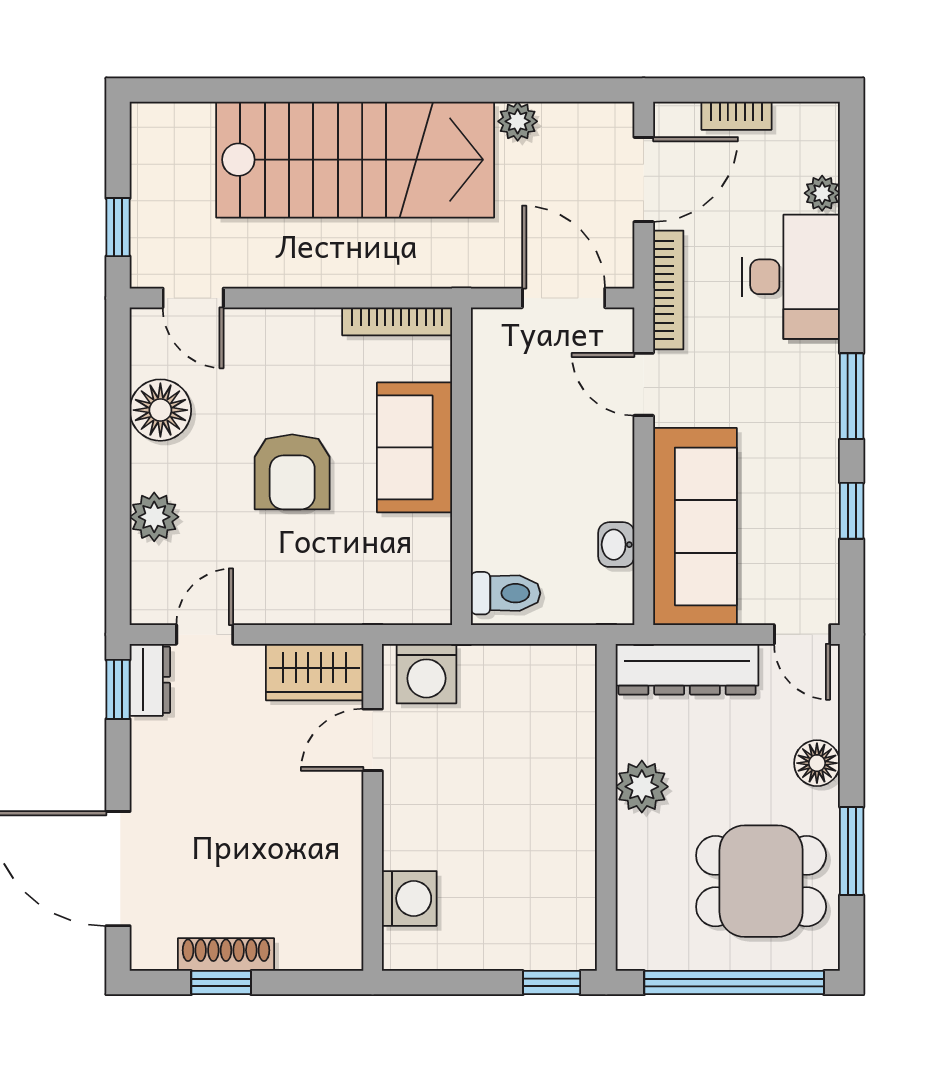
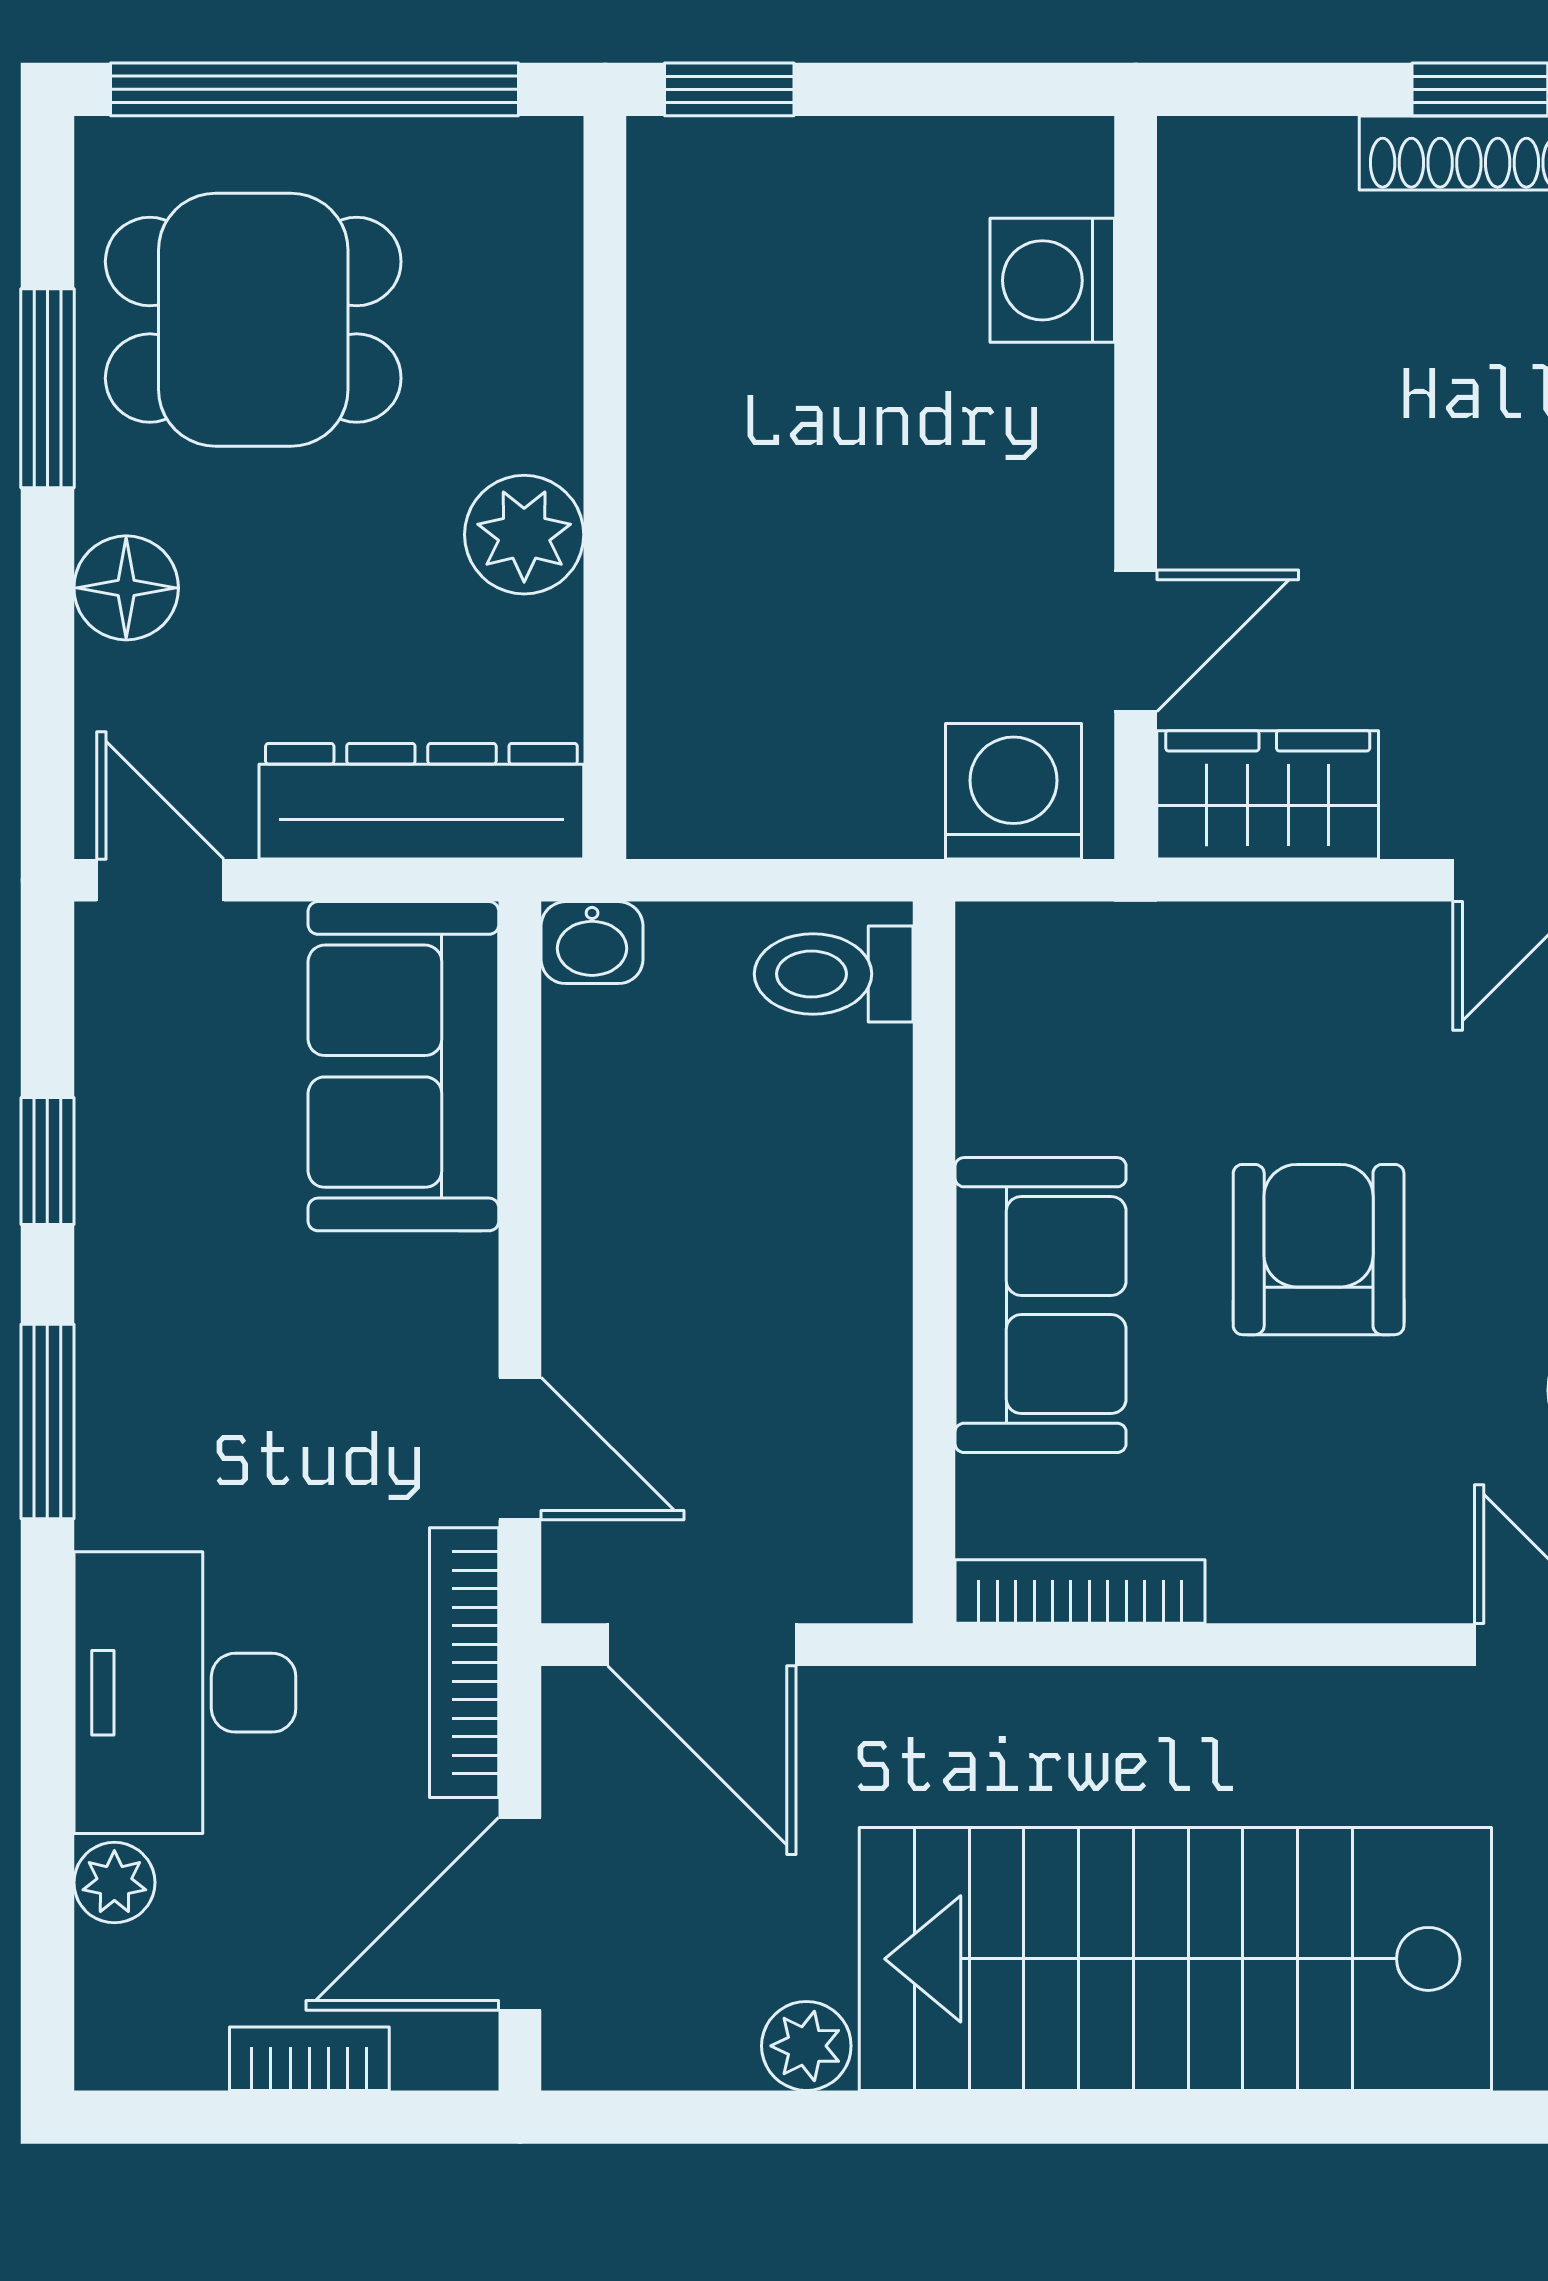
sofa: (695, 526) -> (403, 1066), width x0.73
washbasin: (616, 545) -> (592, 943), moved, turned 90

